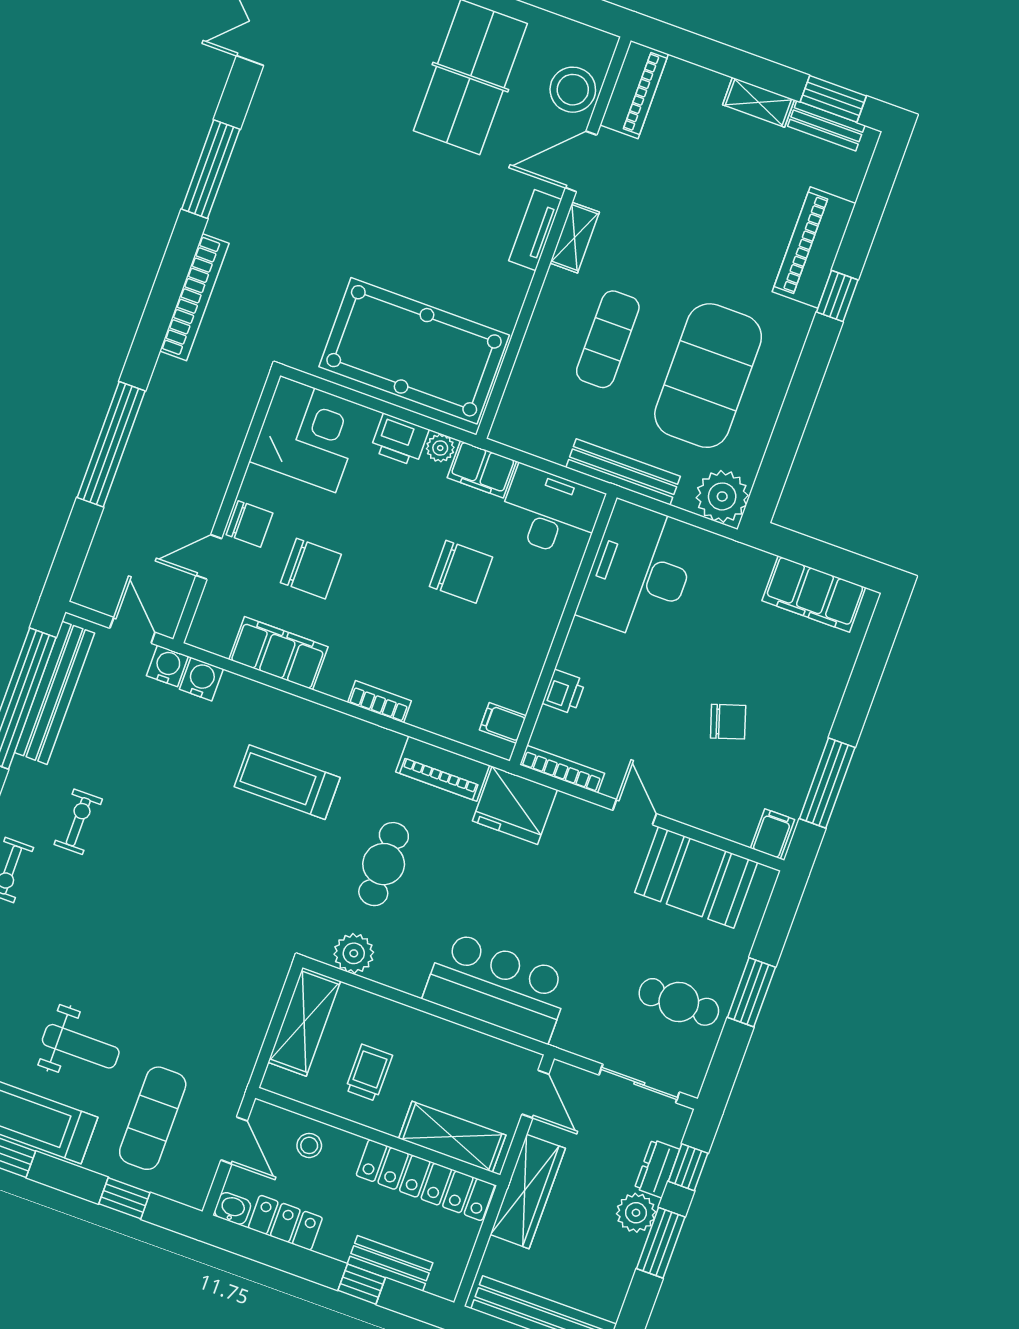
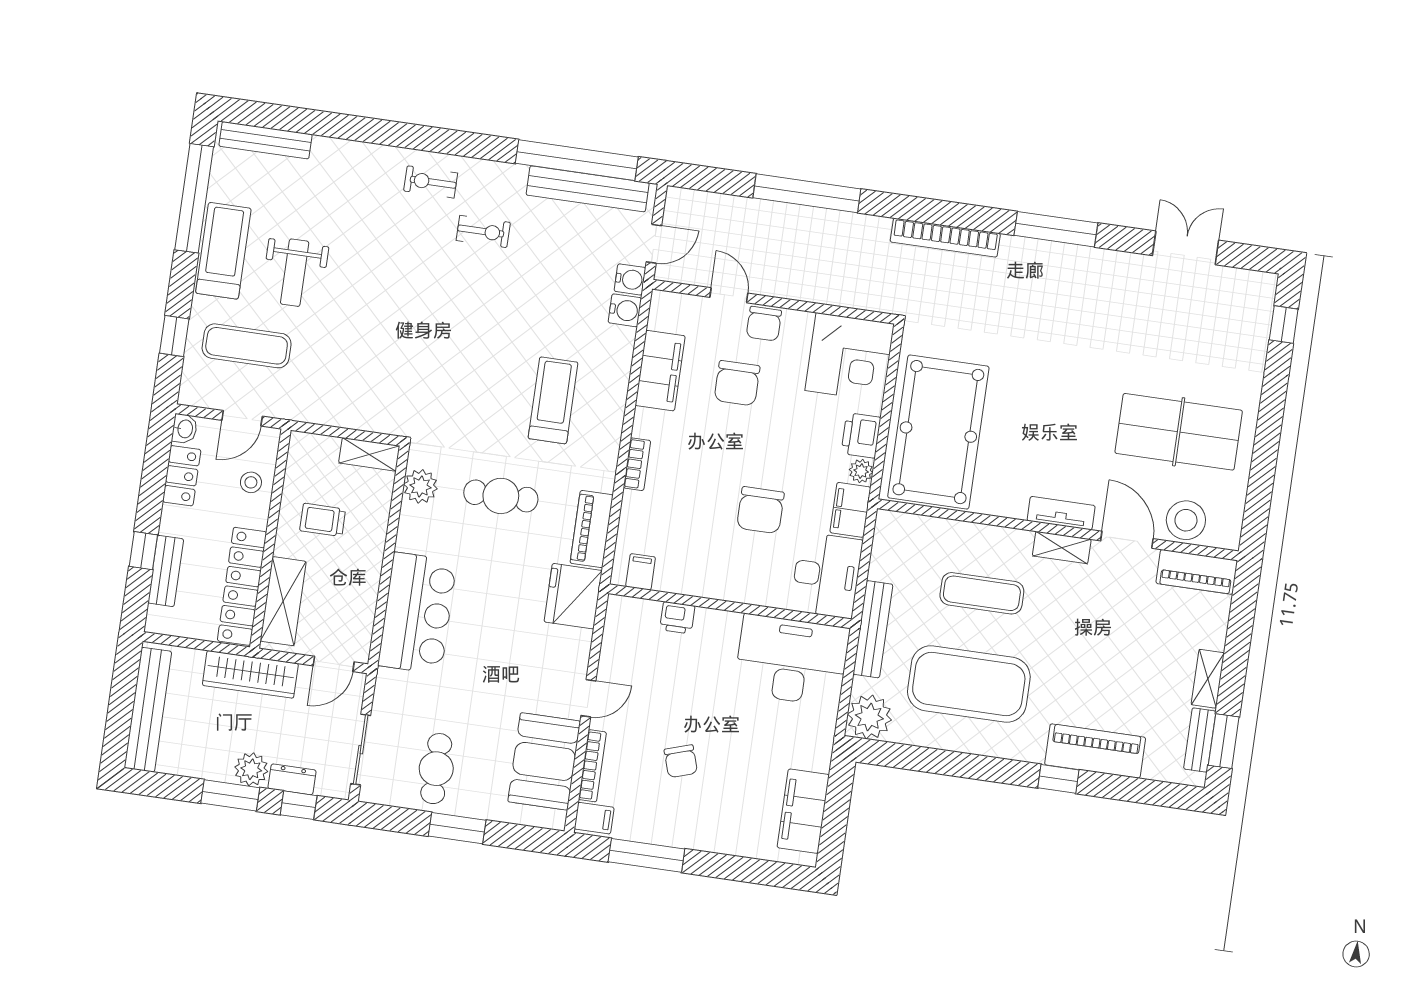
bookcase: (562, 769) -> (592, 766), moved
shelving: (304, 1022) -> (369, 454), width x0.67, depth x0.75
trolley: (369, 1073) -> (323, 520), turned 180

